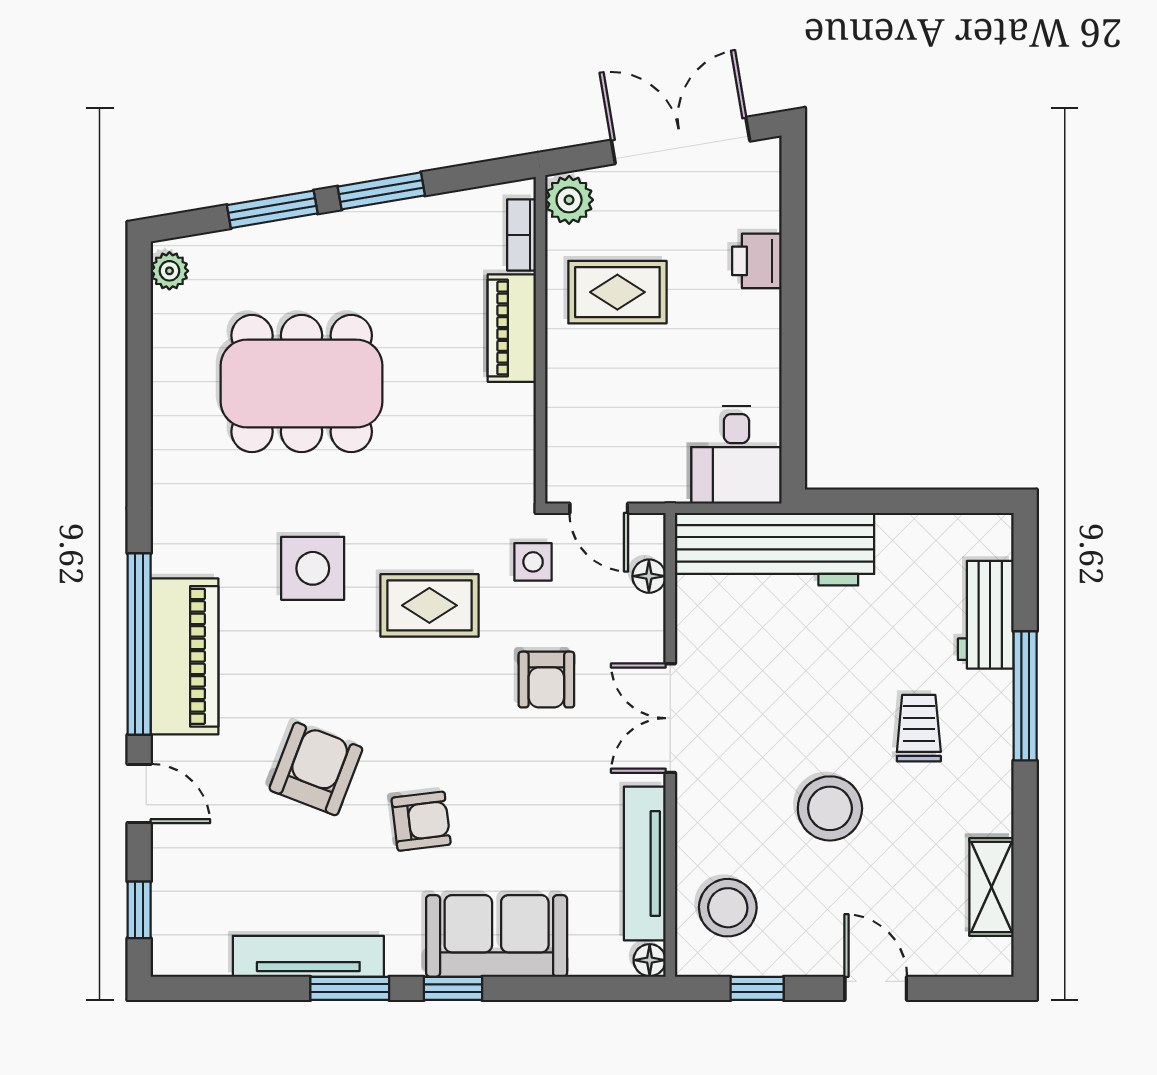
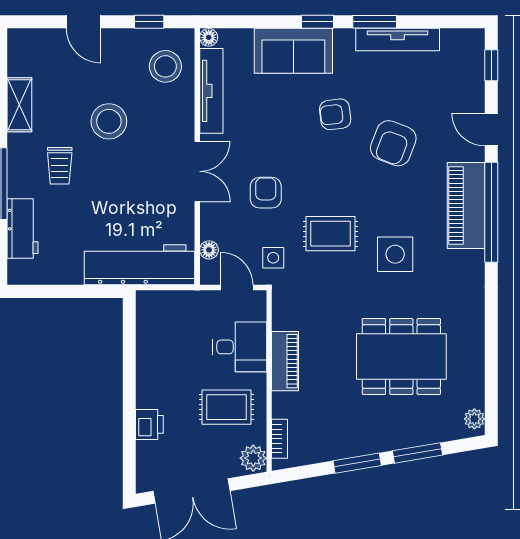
piano: (512, 328) -> (285, 361), moved
desk: (736, 455) -> (240, 347), moved, turned 90
shelving: (992, 887) -> (19, 105), moved

